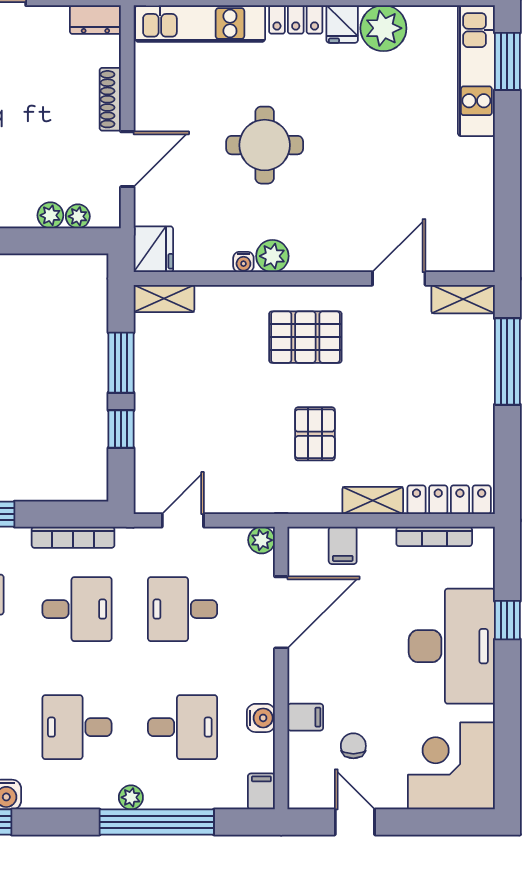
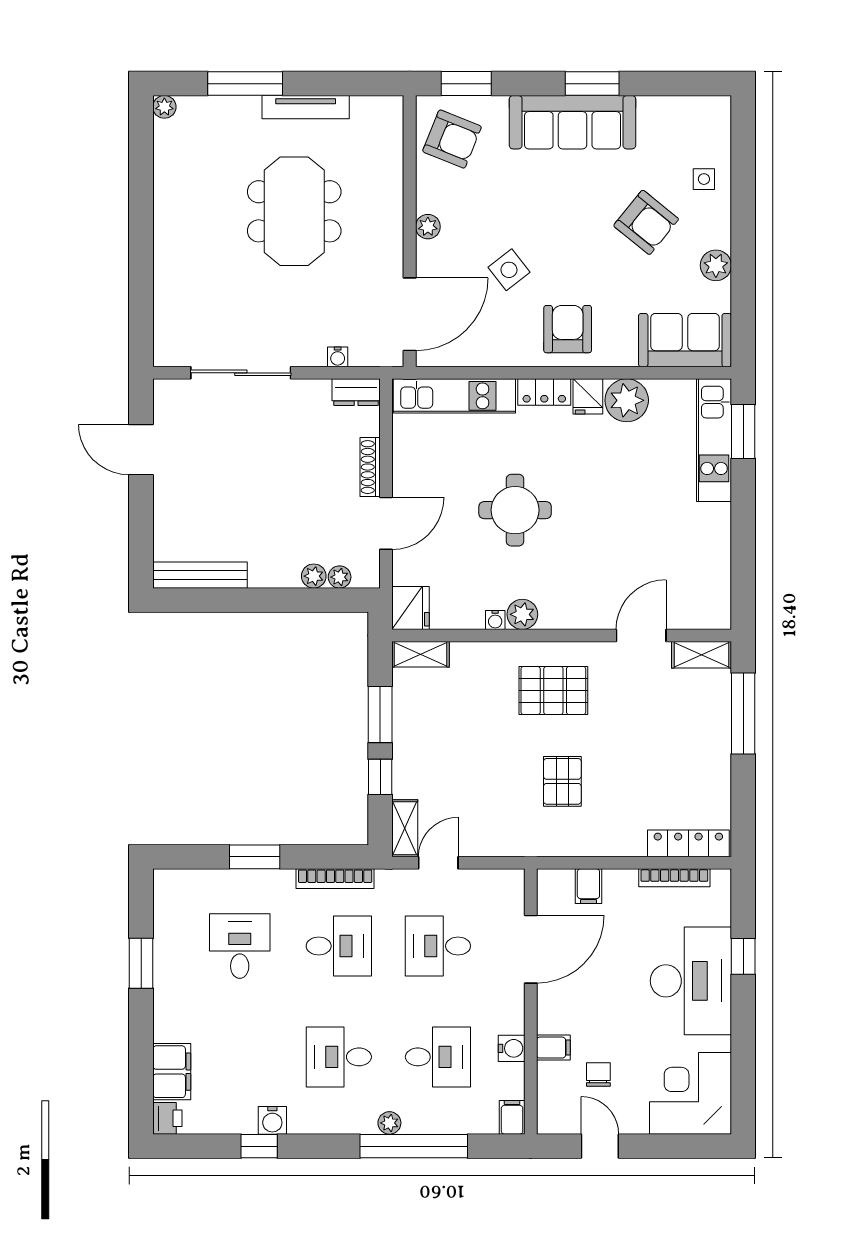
shelving: (373, 500) -> (405, 828), moved, turned 90
plant: (262, 540) -> (512, 881), removed

